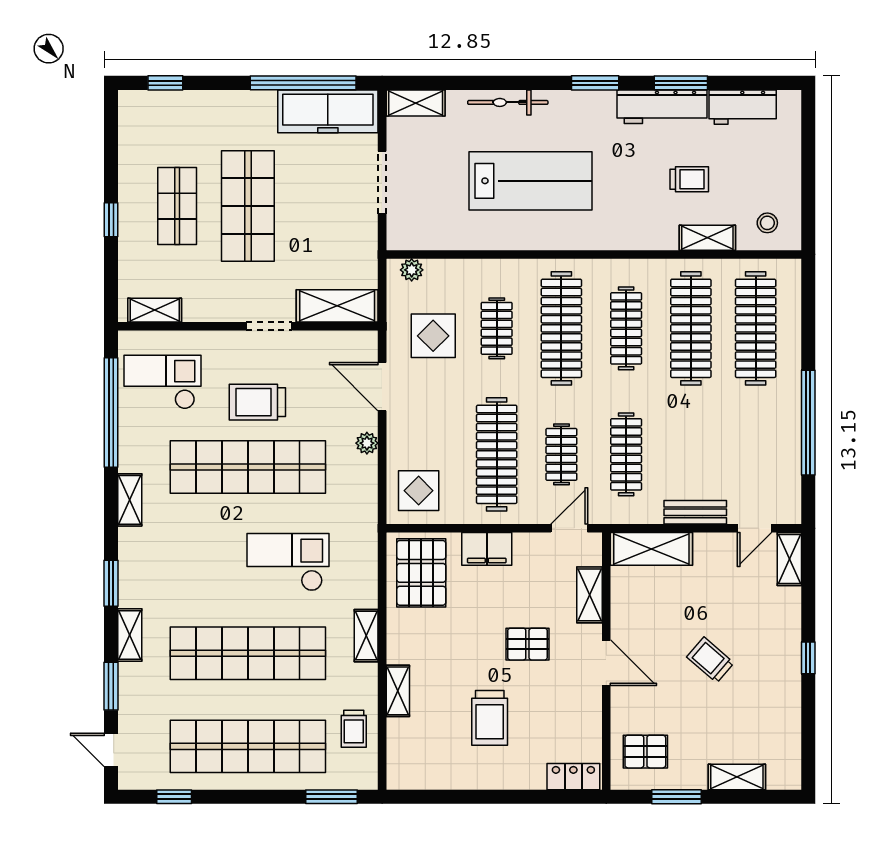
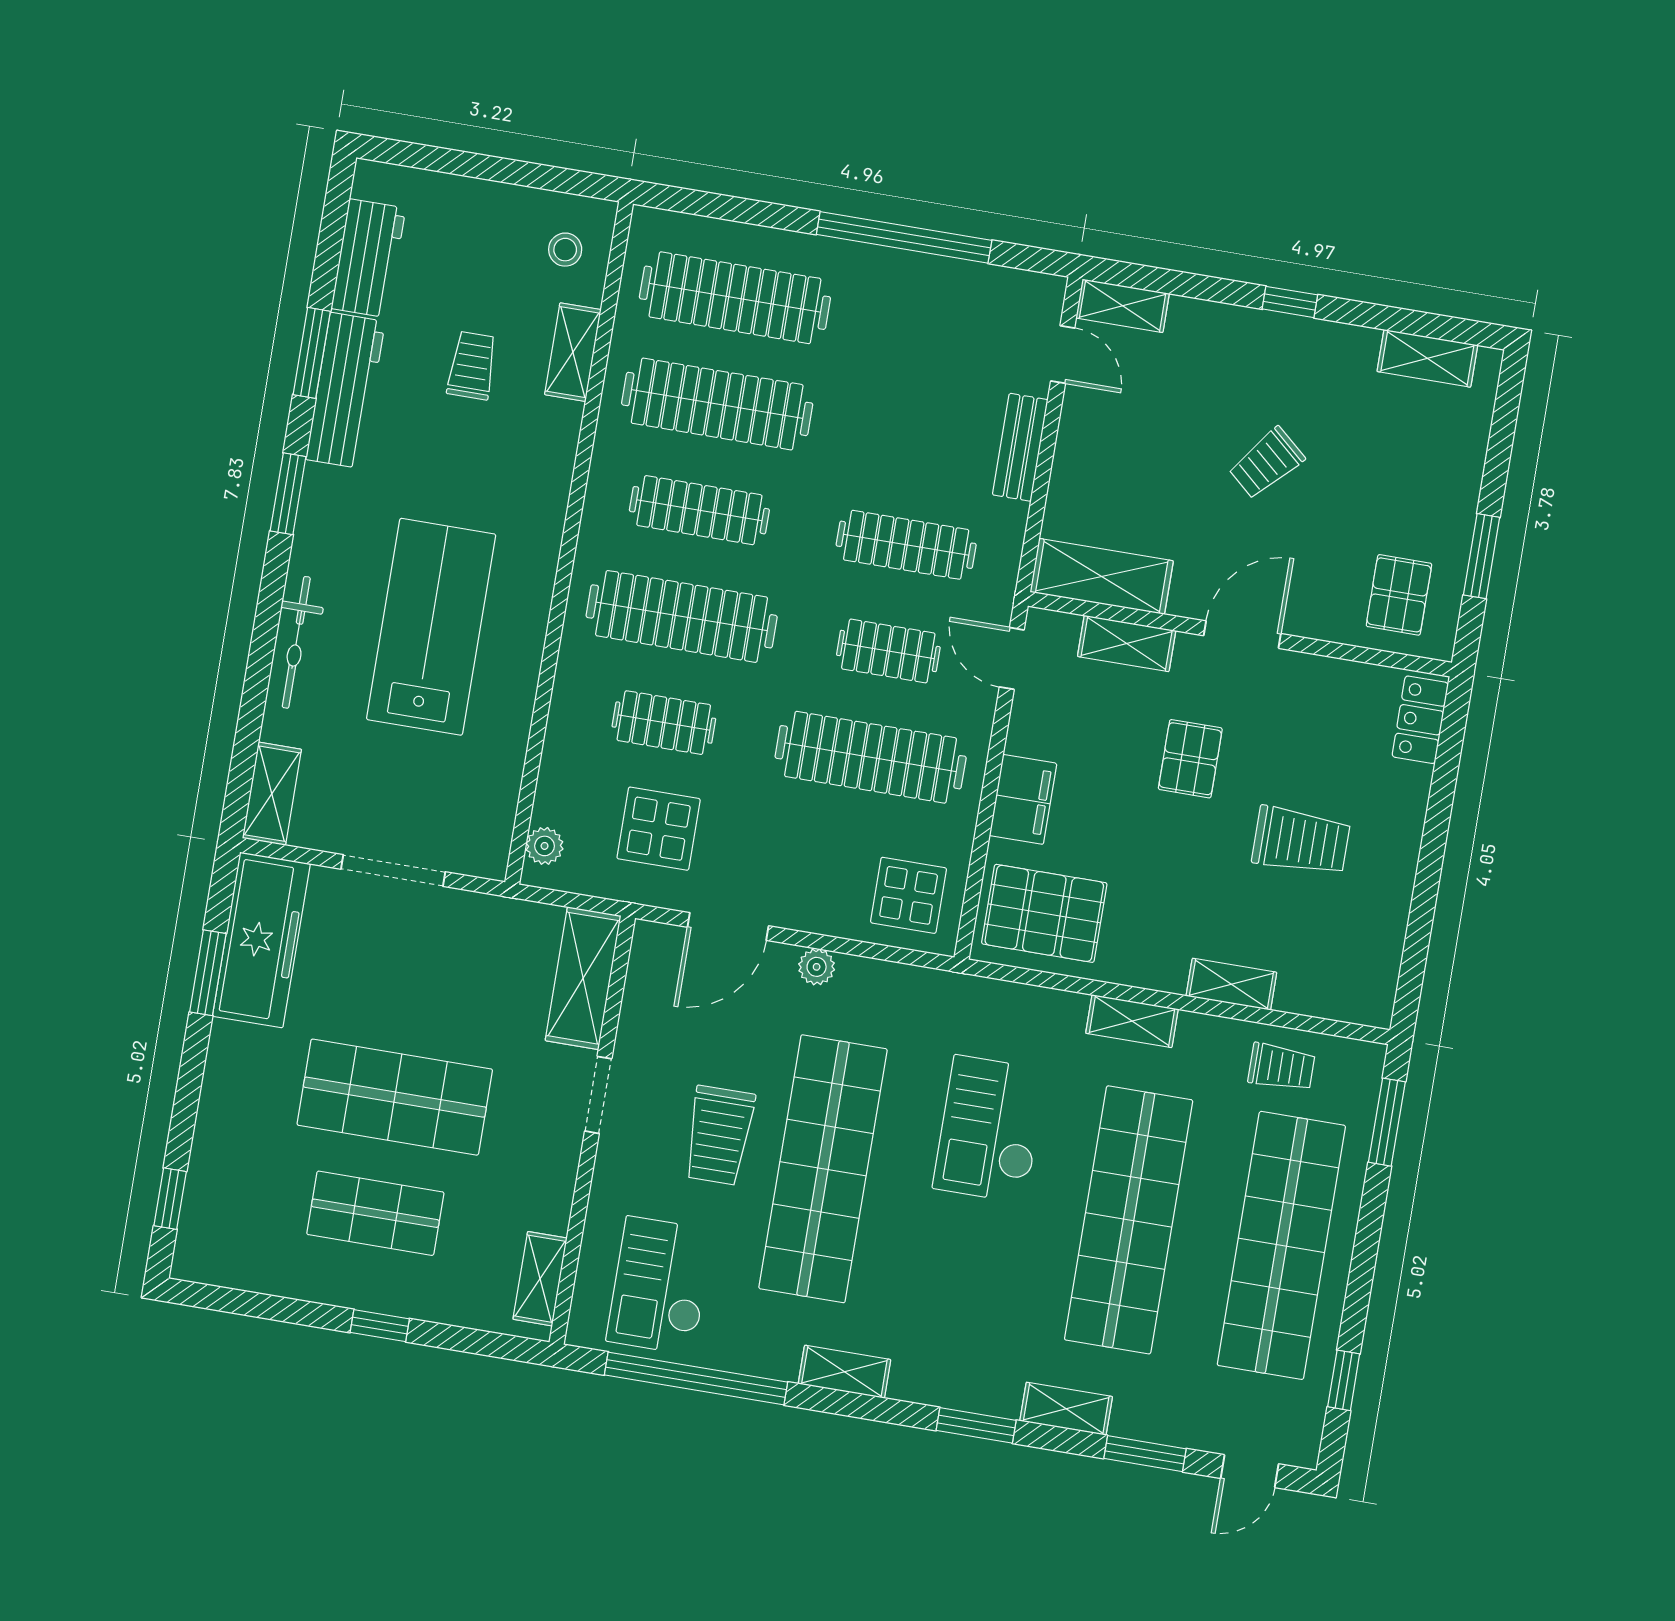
window: (303, 83) -> (208, 973), width x0.47
shelving: (651, 549) -> (1102, 576), moved, turned 90
shelving: (737, 777) -> (1427, 358), moved, turned 90

